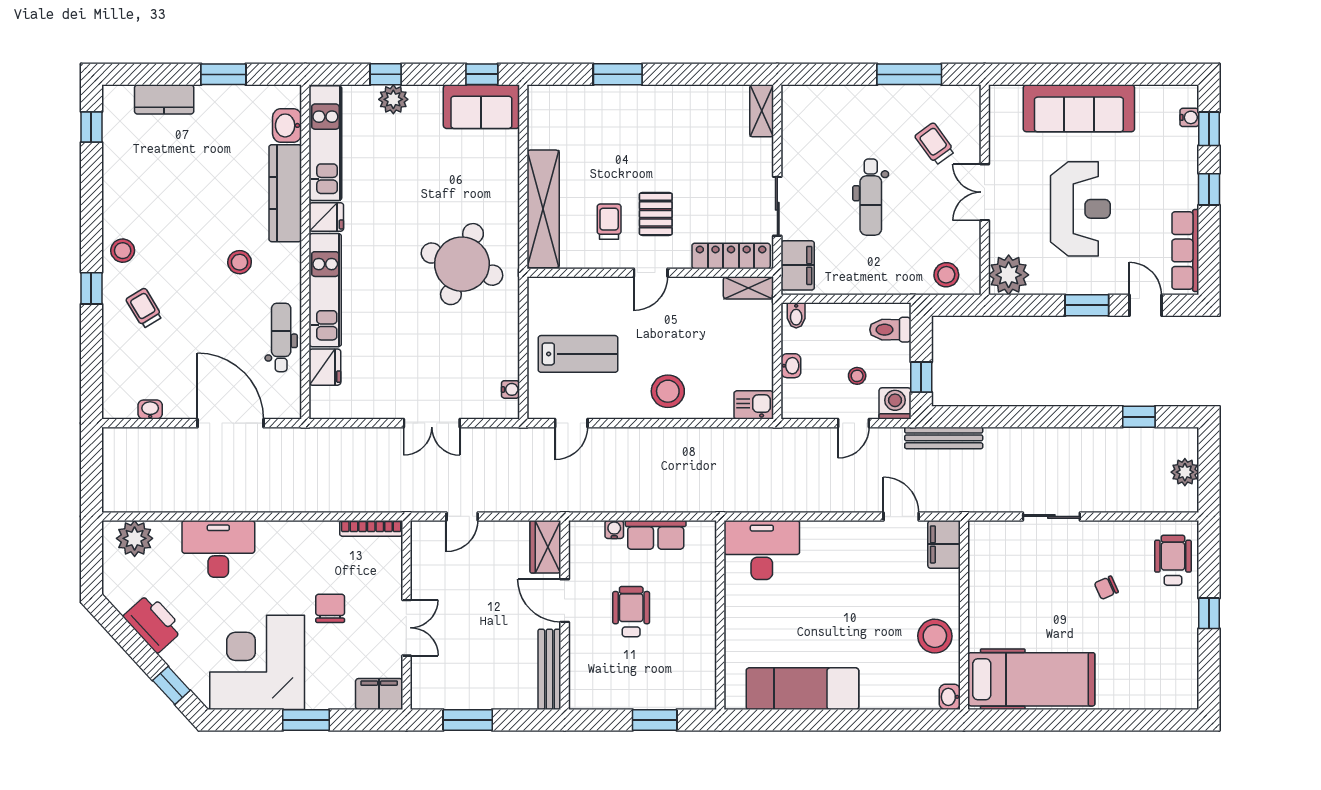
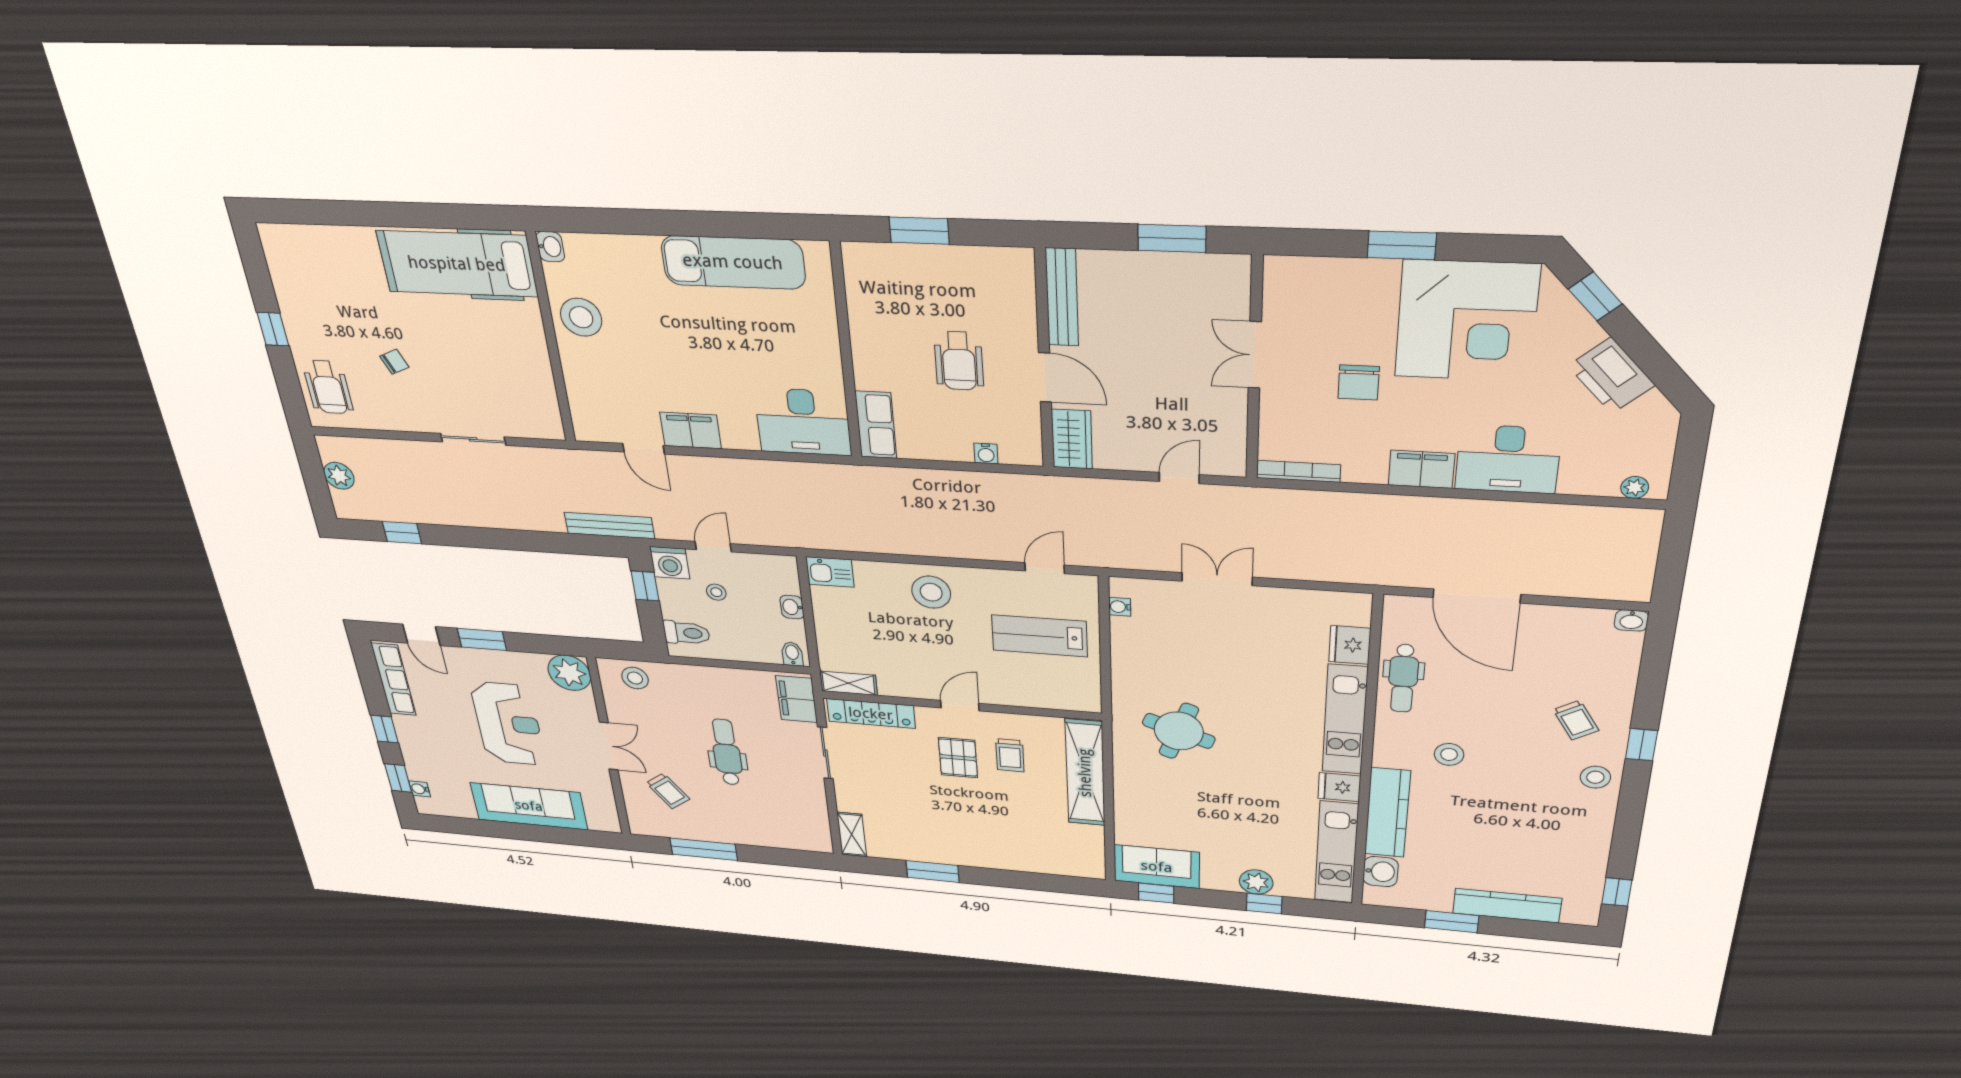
window: (618, 74) -> (933, 871), moved
kitchen counter: (164, 99) -> (1507, 906), width x1.50
reception desk: (1080, 209) -> (508, 724), turned 180
round table: (462, 264) -> (1179, 731), width x0.73, depth x0.73
washbasin: (150, 410) -> (1631, 620), moved
row of seats: (656, 535) -> (876, 425), moved, turned 90
plant: (135, 538) -> (1635, 487), width x0.53, depth x0.53
filing cabinet: (944, 544) -> (691, 431), moved, turned -90
filing cabinet: (379, 694) -> (1421, 469), moved, turned 180

